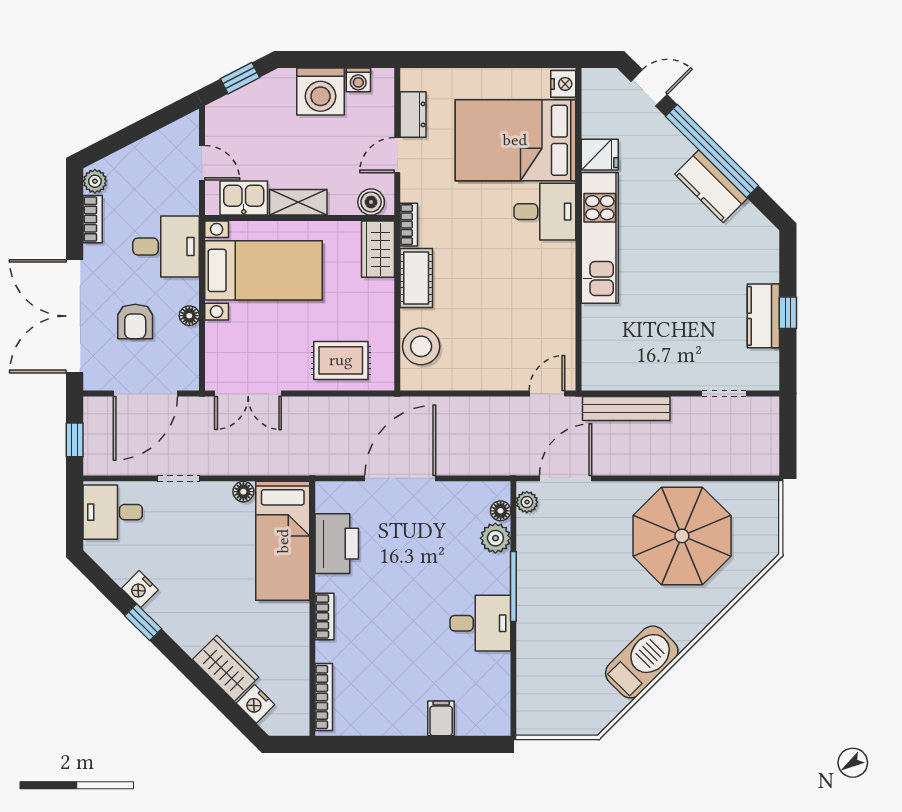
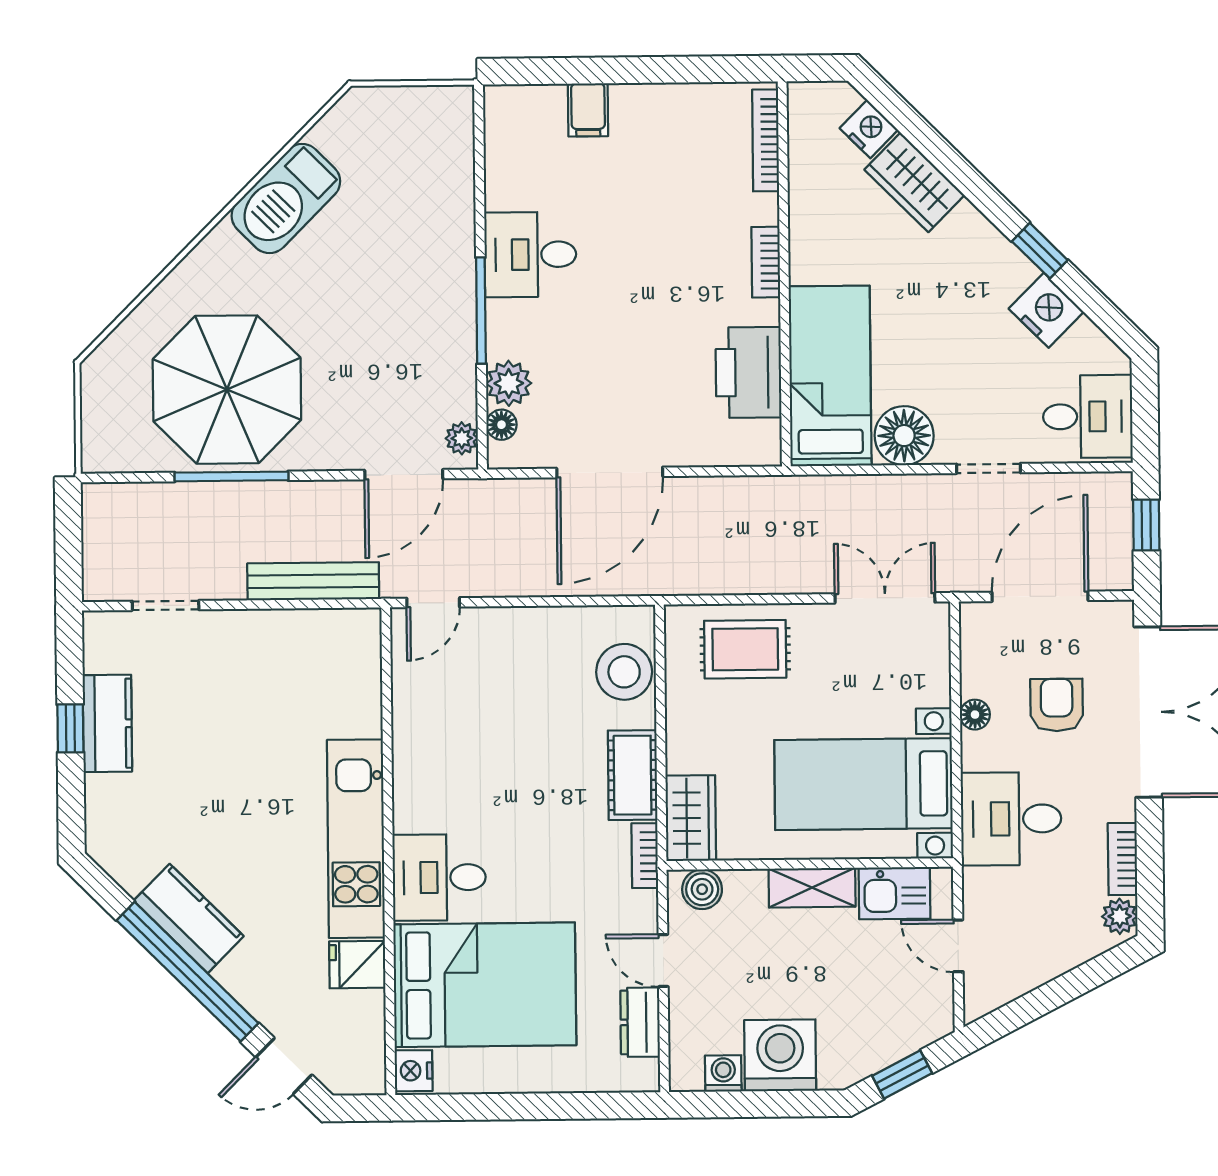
door: (397, 155) -> (663, 961), swing flipped
door: (400, 478) -> (610, 472), moved
window: (680, 478) -> (231, 476), added
floor lamp: (243, 492) -> (904, 436), width x1.89, depth x1.89
nightstand: (140, 589) -> (1046, 310), width x1.36, depth x1.33

